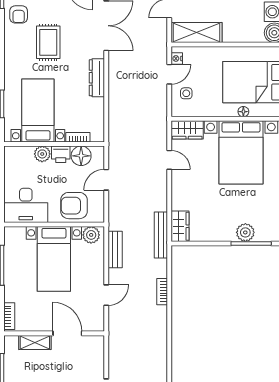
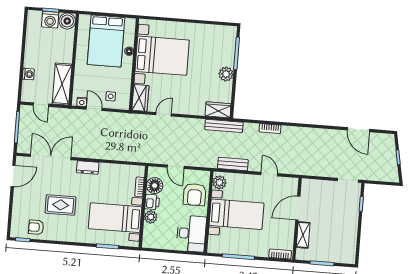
armchair: (19, 14) -> (36, 227), turned 180
dresser: (97, 78) -> (88, 167), width x0.70
plant: (245, 232) -> (226, 74), moved

